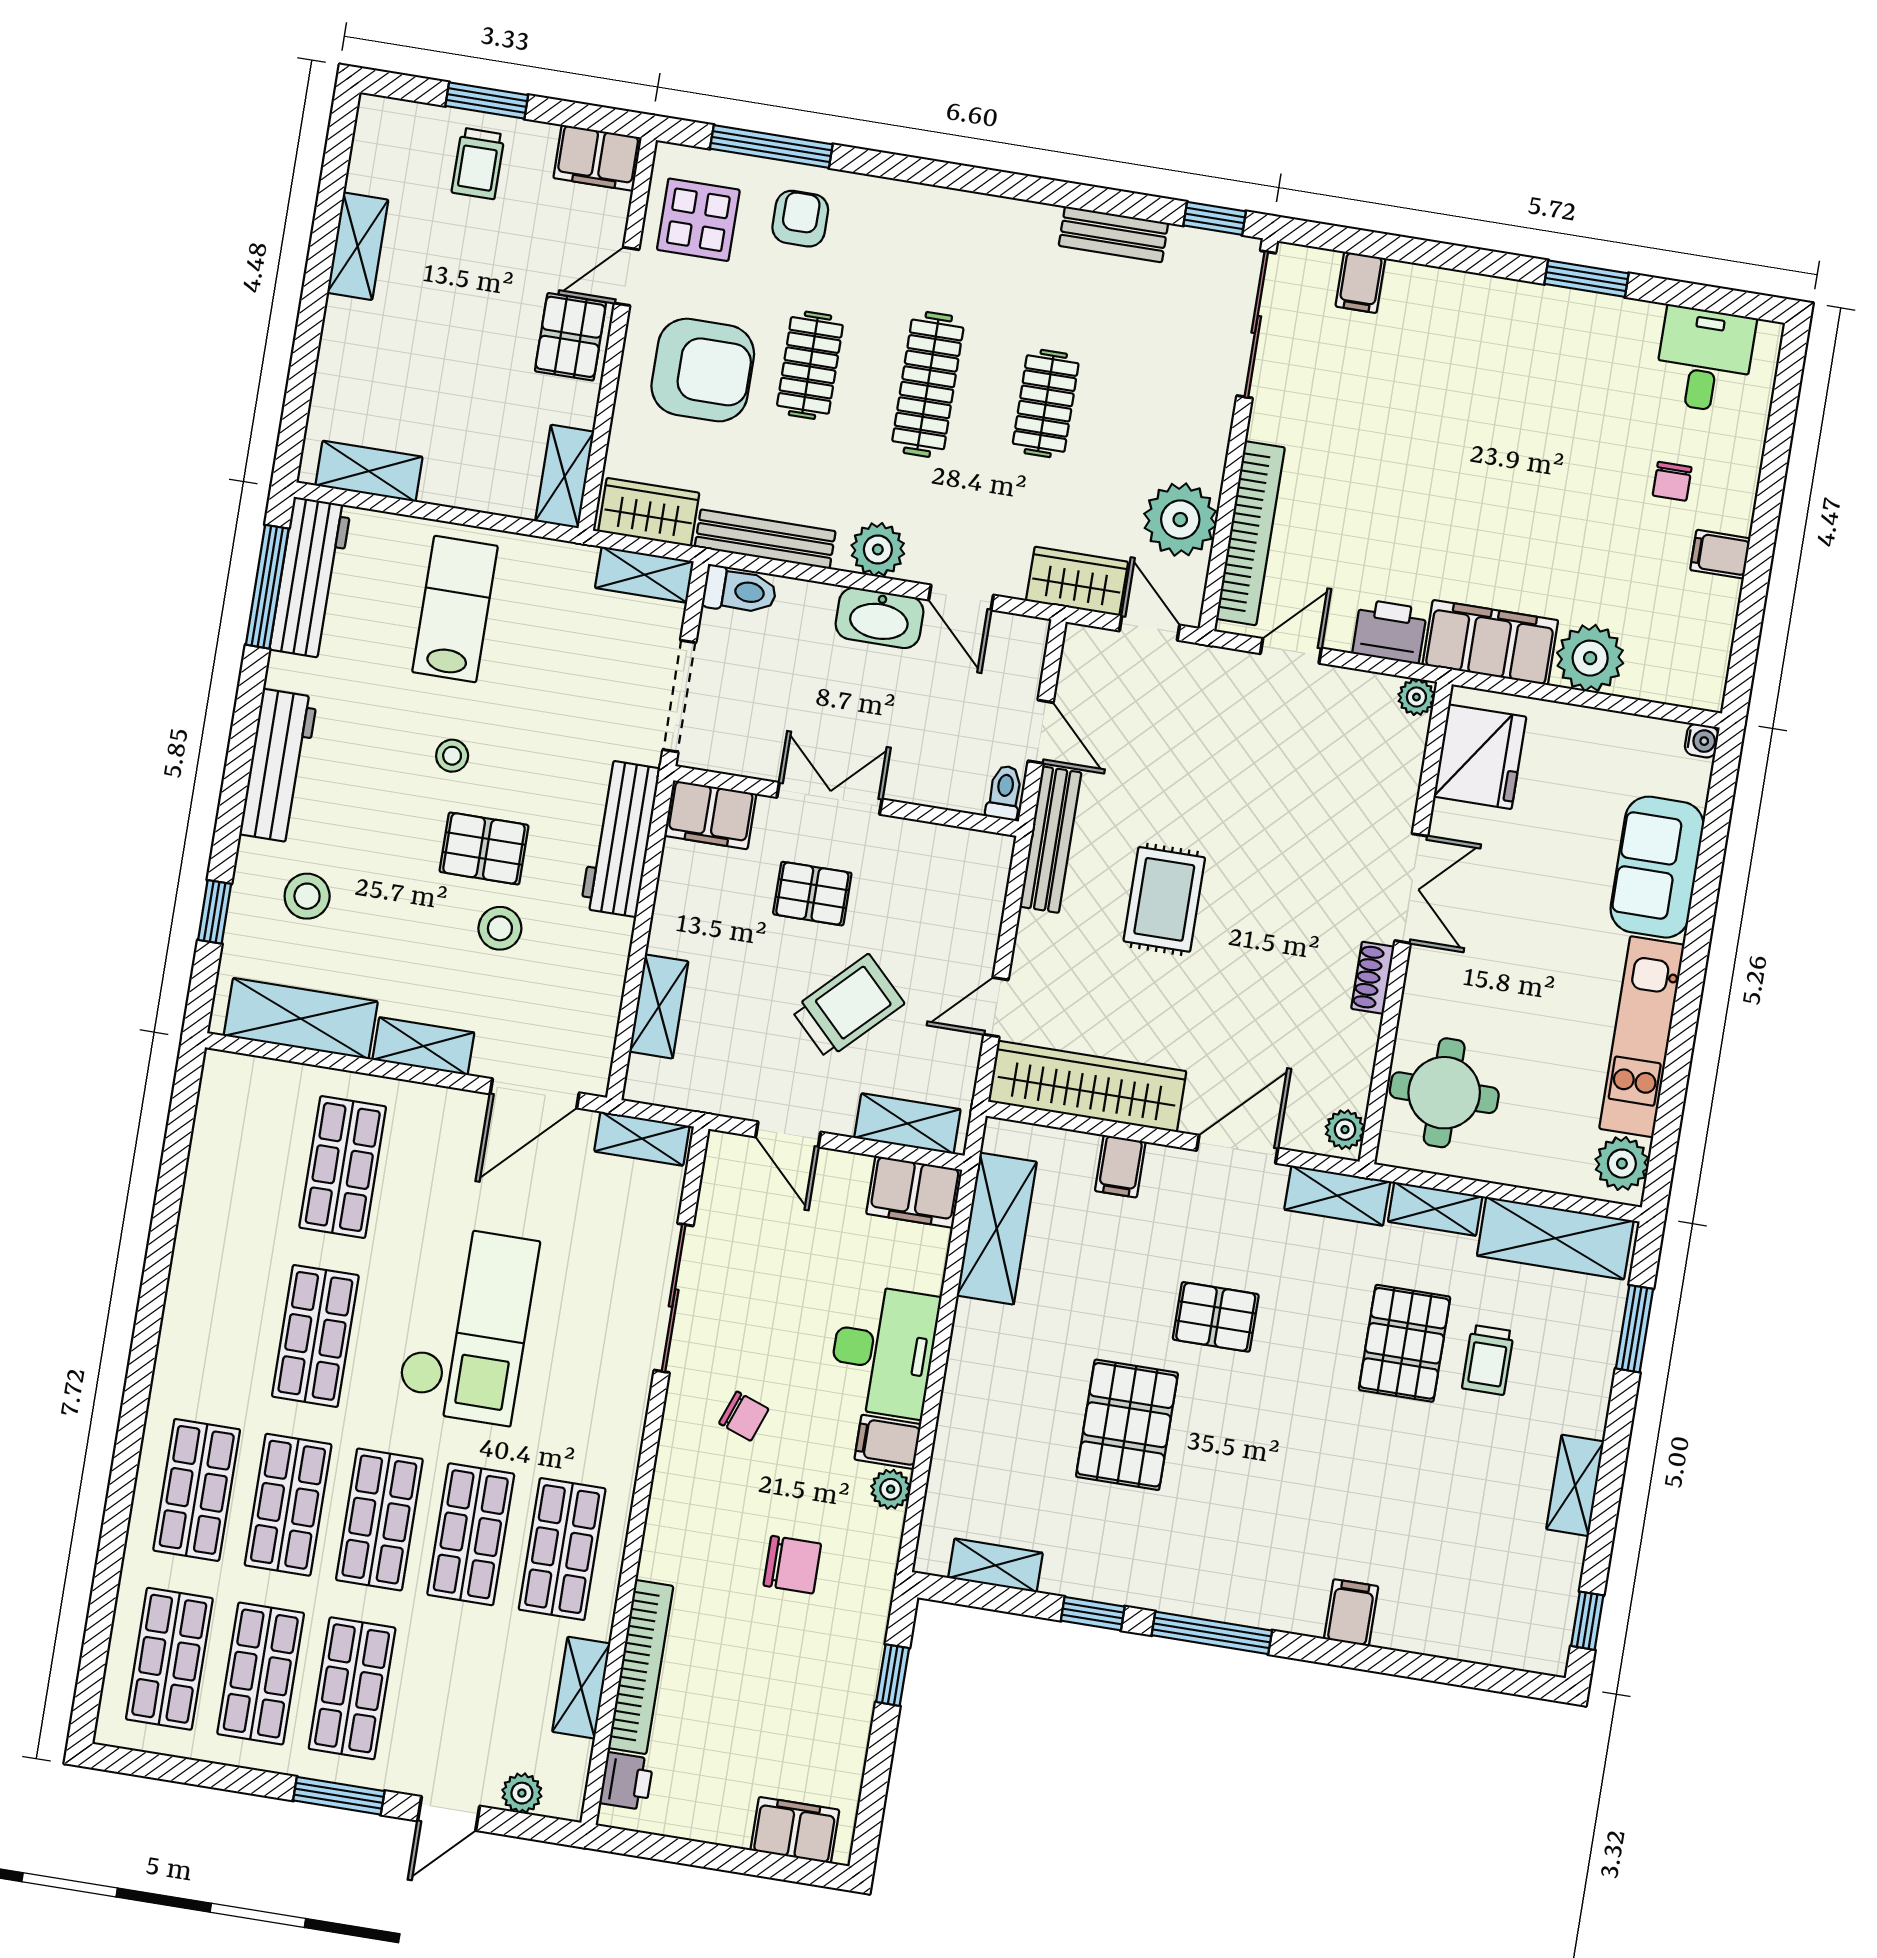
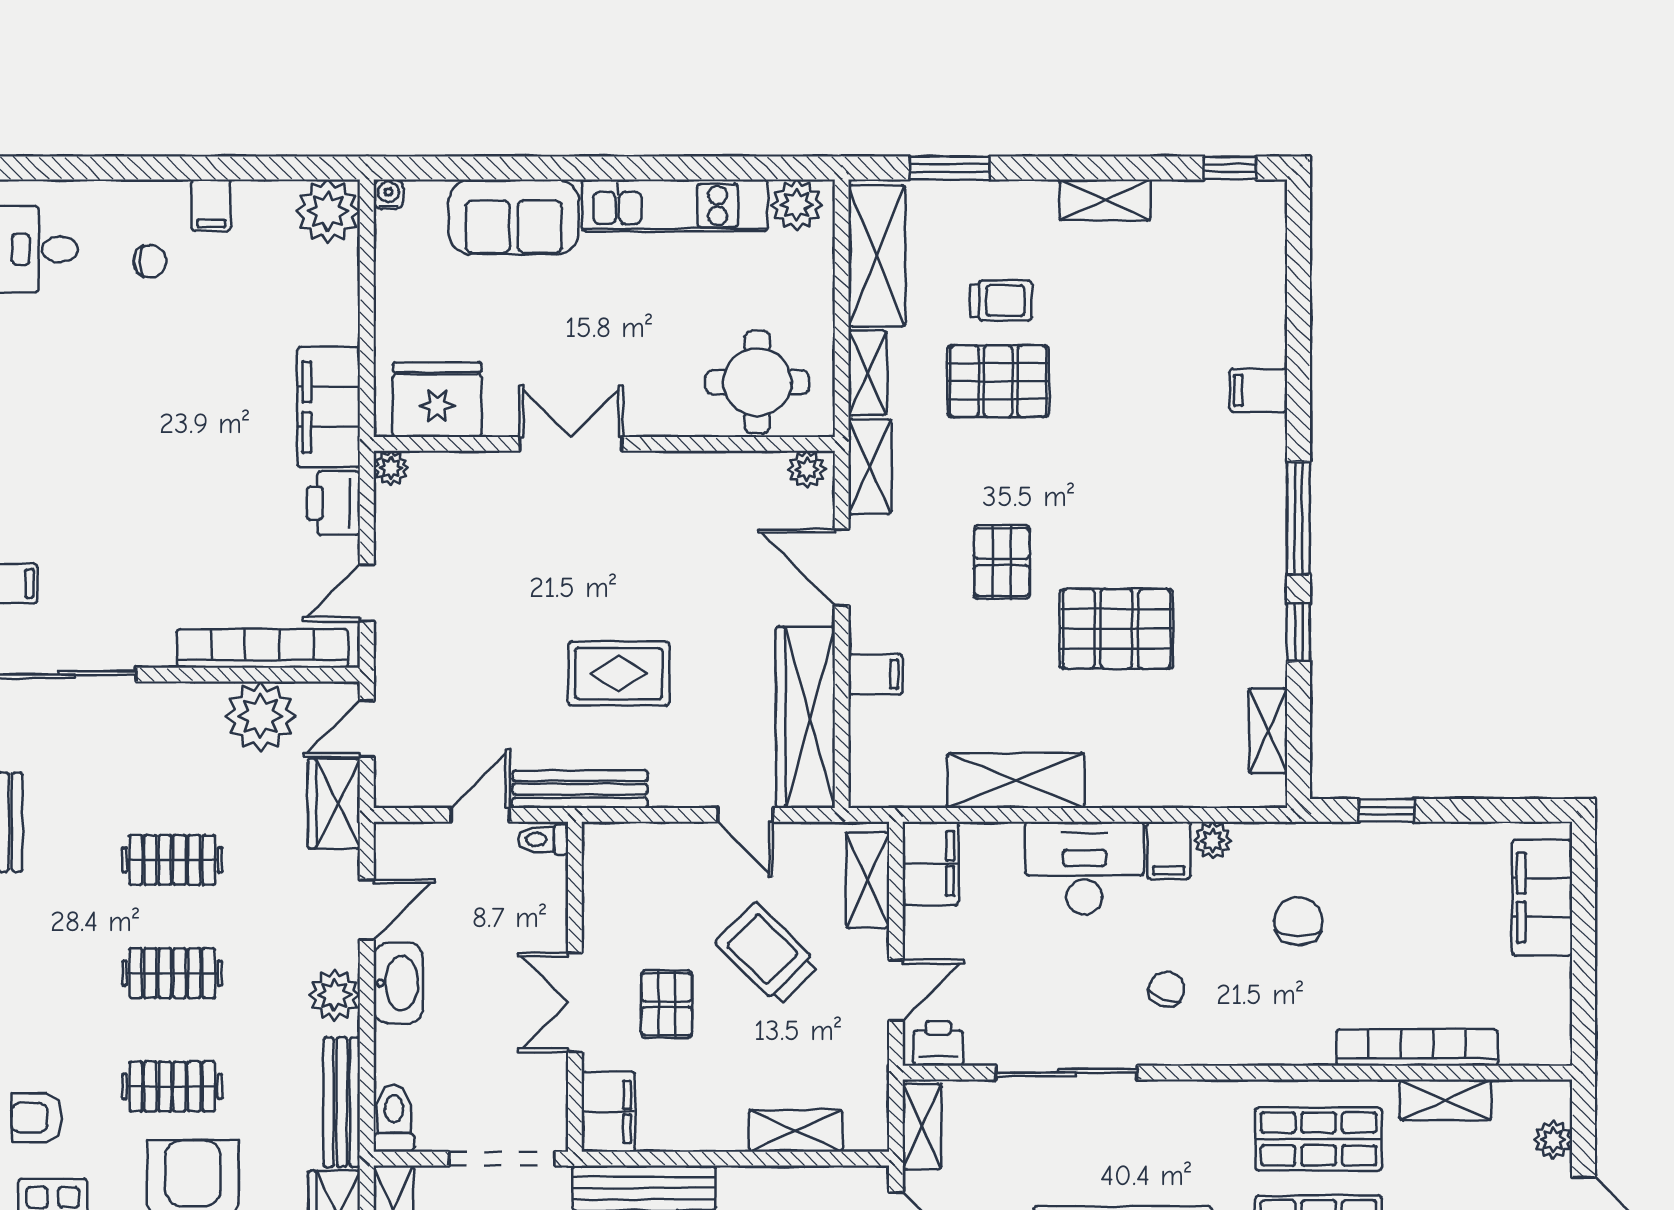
clothes rail: (928, 384) -> (172, 973), width x0.73
door: (1291, 651) -> (367, 593), hinge flipped
plant: (1590, 658) -> (328, 211), moved
shoe rack: (1373, 978) -> (660, 466), removed
shelving: (997, 1229) -> (1016, 781), moved
printer: (627, 1781) -> (938, 1044), moved
filing cabinet: (795, 1830) -> (1542, 898), width x1.50, depth x1.17

